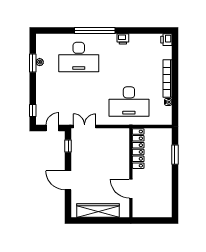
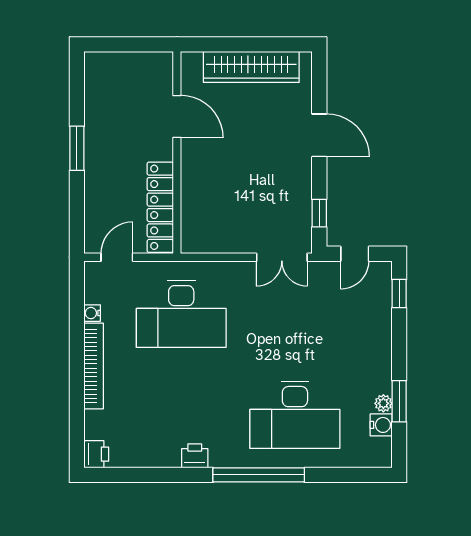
water cooler: (41, 53) -> (381, 425), added
desk: (79, 57) -> (295, 415), turned 180
desk: (129, 102) -> (181, 314), turned 180
door: (157, 127) -> (117, 257), added
window: (175, 155) -> (77, 148), moved

